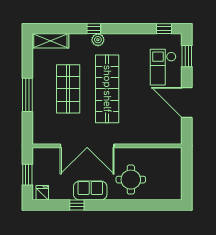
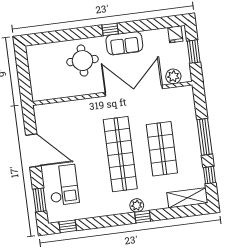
window: (27, 59) -> (209, 175), added
plant: (49, 154) -> (173, 76), added
window: (77, 205) -> (110, 29), moved

